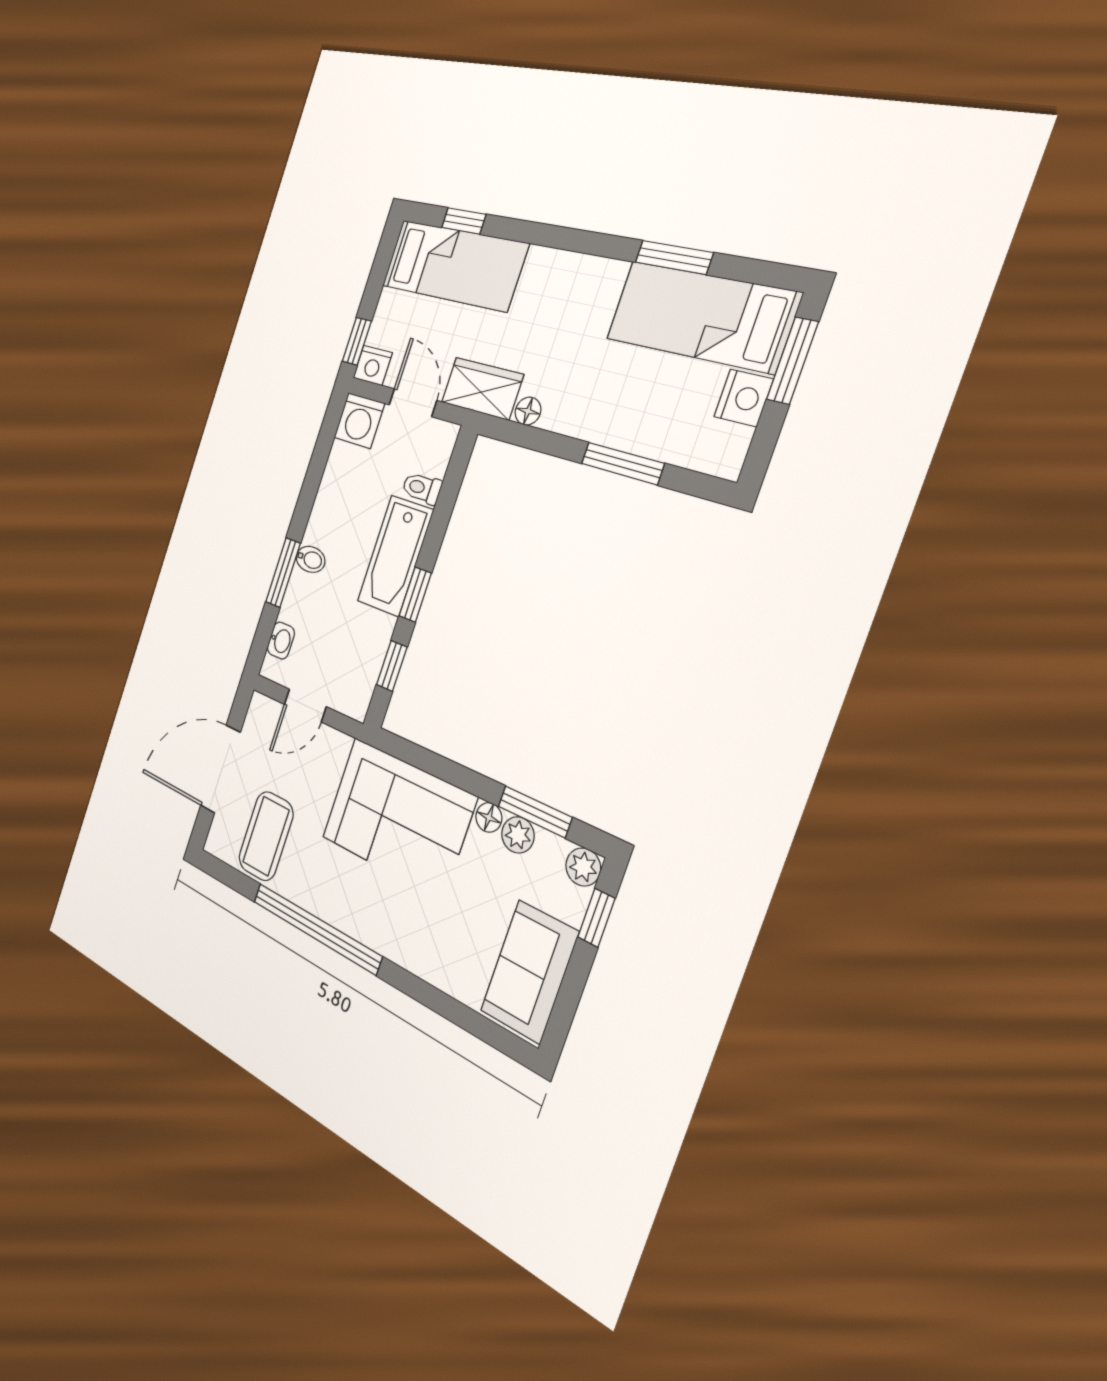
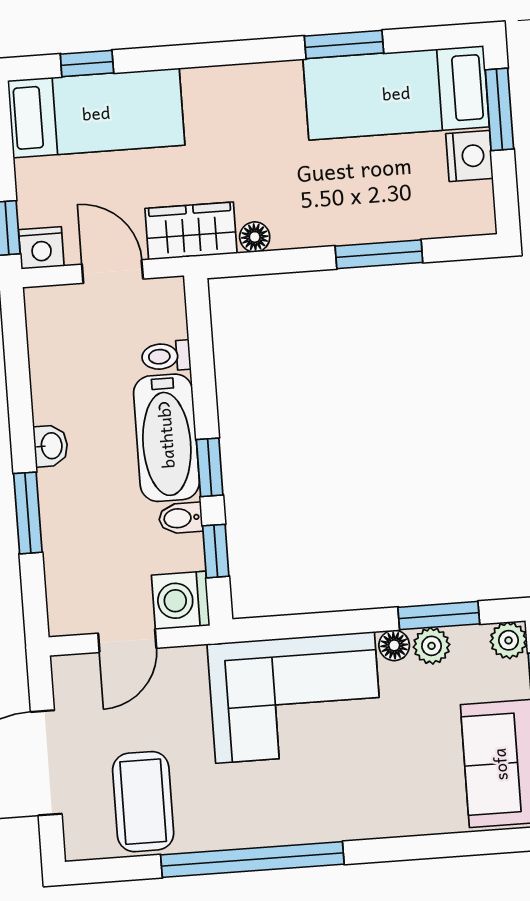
washing machine: (359, 421) -> (181, 600), moved, turned 90
bidet: (311, 559) -> (181, 518), moved, turned 180
washbasin: (281, 641) -> (51, 446), moved

